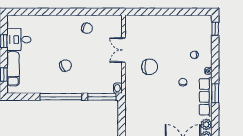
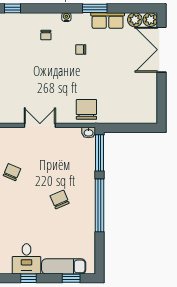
double door: (123, 50) -> (40, 125), swing flipped
chair: (150, 67) -> (86, 109), moved
row of seats: (206, 97) -> (108, 21), width x0.68

